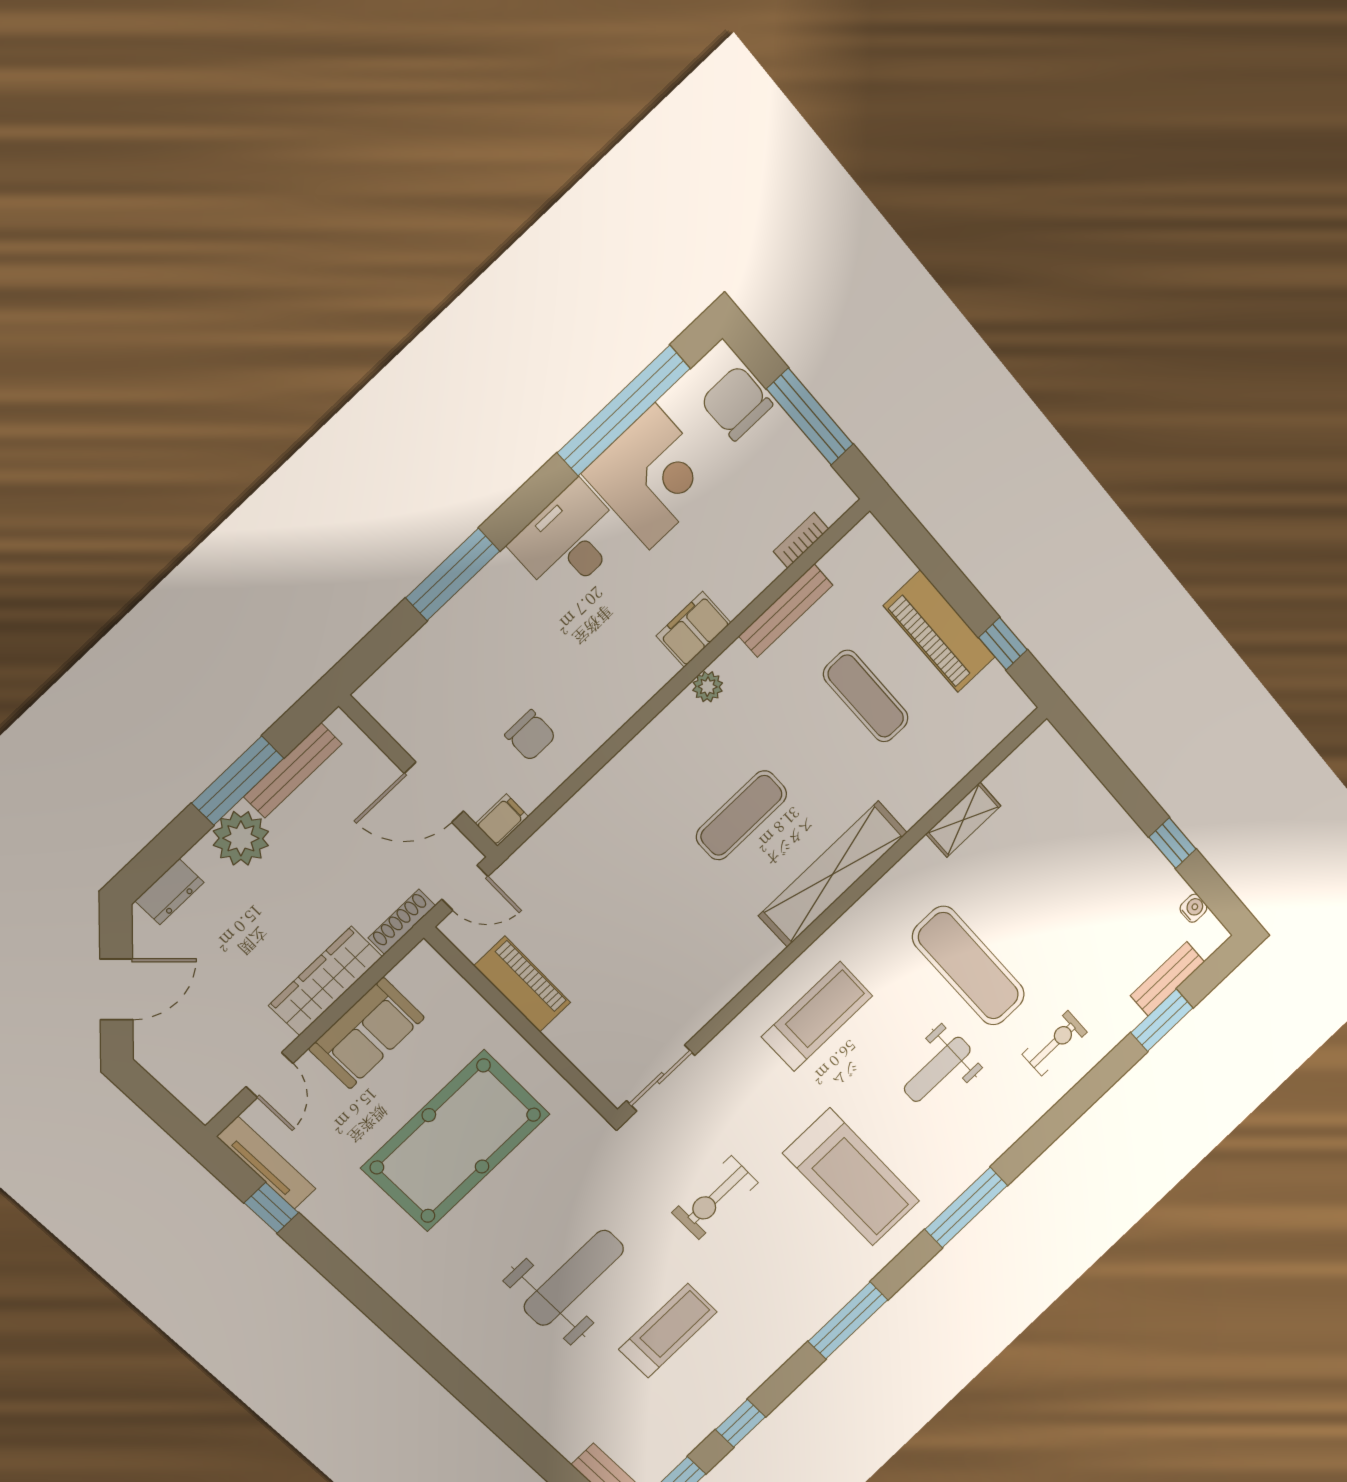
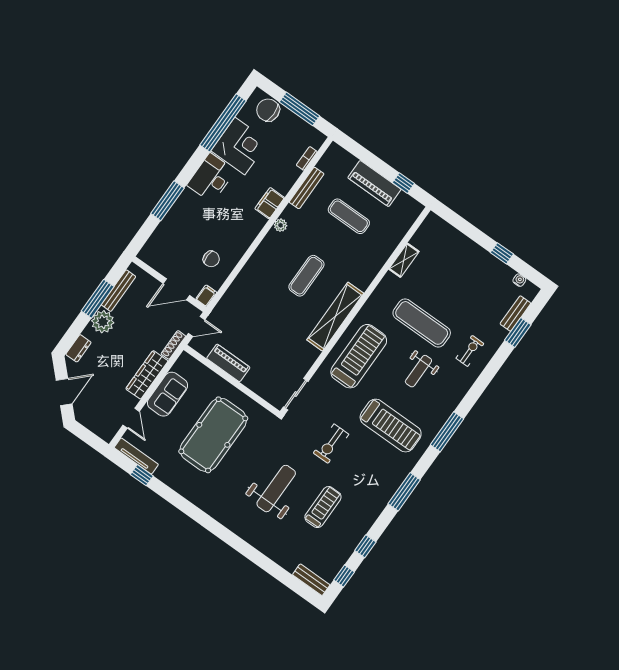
shelving: (833, 874) -> (335, 317), moved
treadmill: (817, 1016) -> (359, 356), width x1.37, depth x1.38

